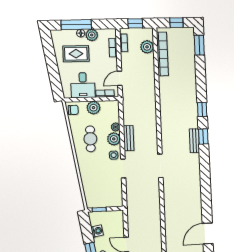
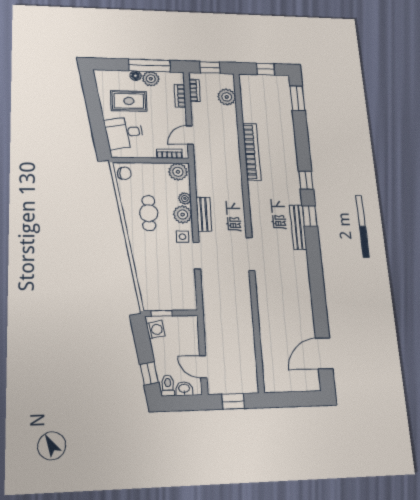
window: (76, 25) -> (149, 66), moved
bookcase: (162, 54) -> (252, 152), moved
desk: (83, 85) -> (124, 133), moved, turned 80
plant: (93, 108) -> (178, 172), moved
bench: (194, 141) -> (298, 227), width x1.36
washing machine: (97, 231) -> (156, 330), moved

